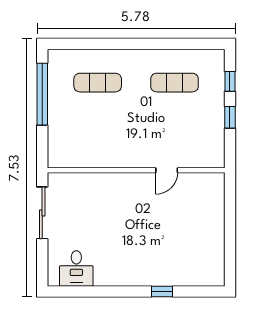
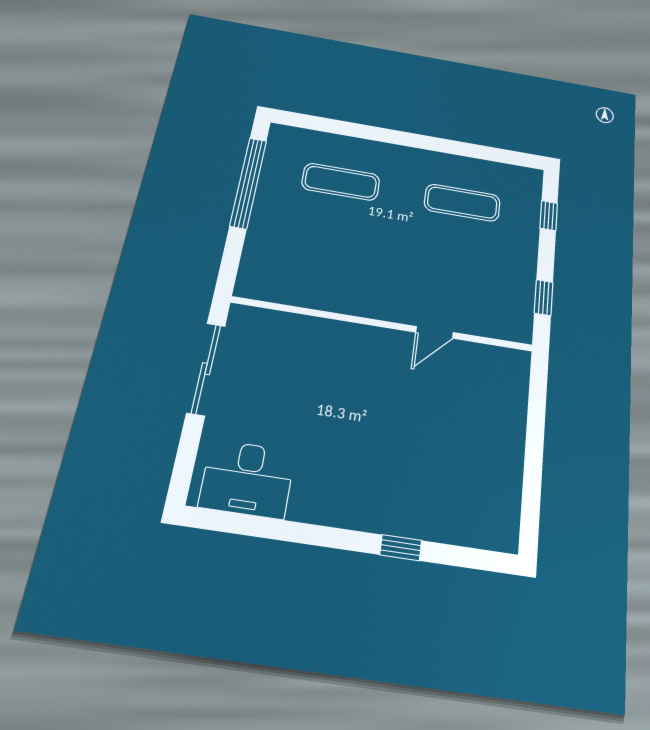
window: (230, 117) -> (544, 298), moved
desk: (76, 268) -> (247, 479), width x1.37

